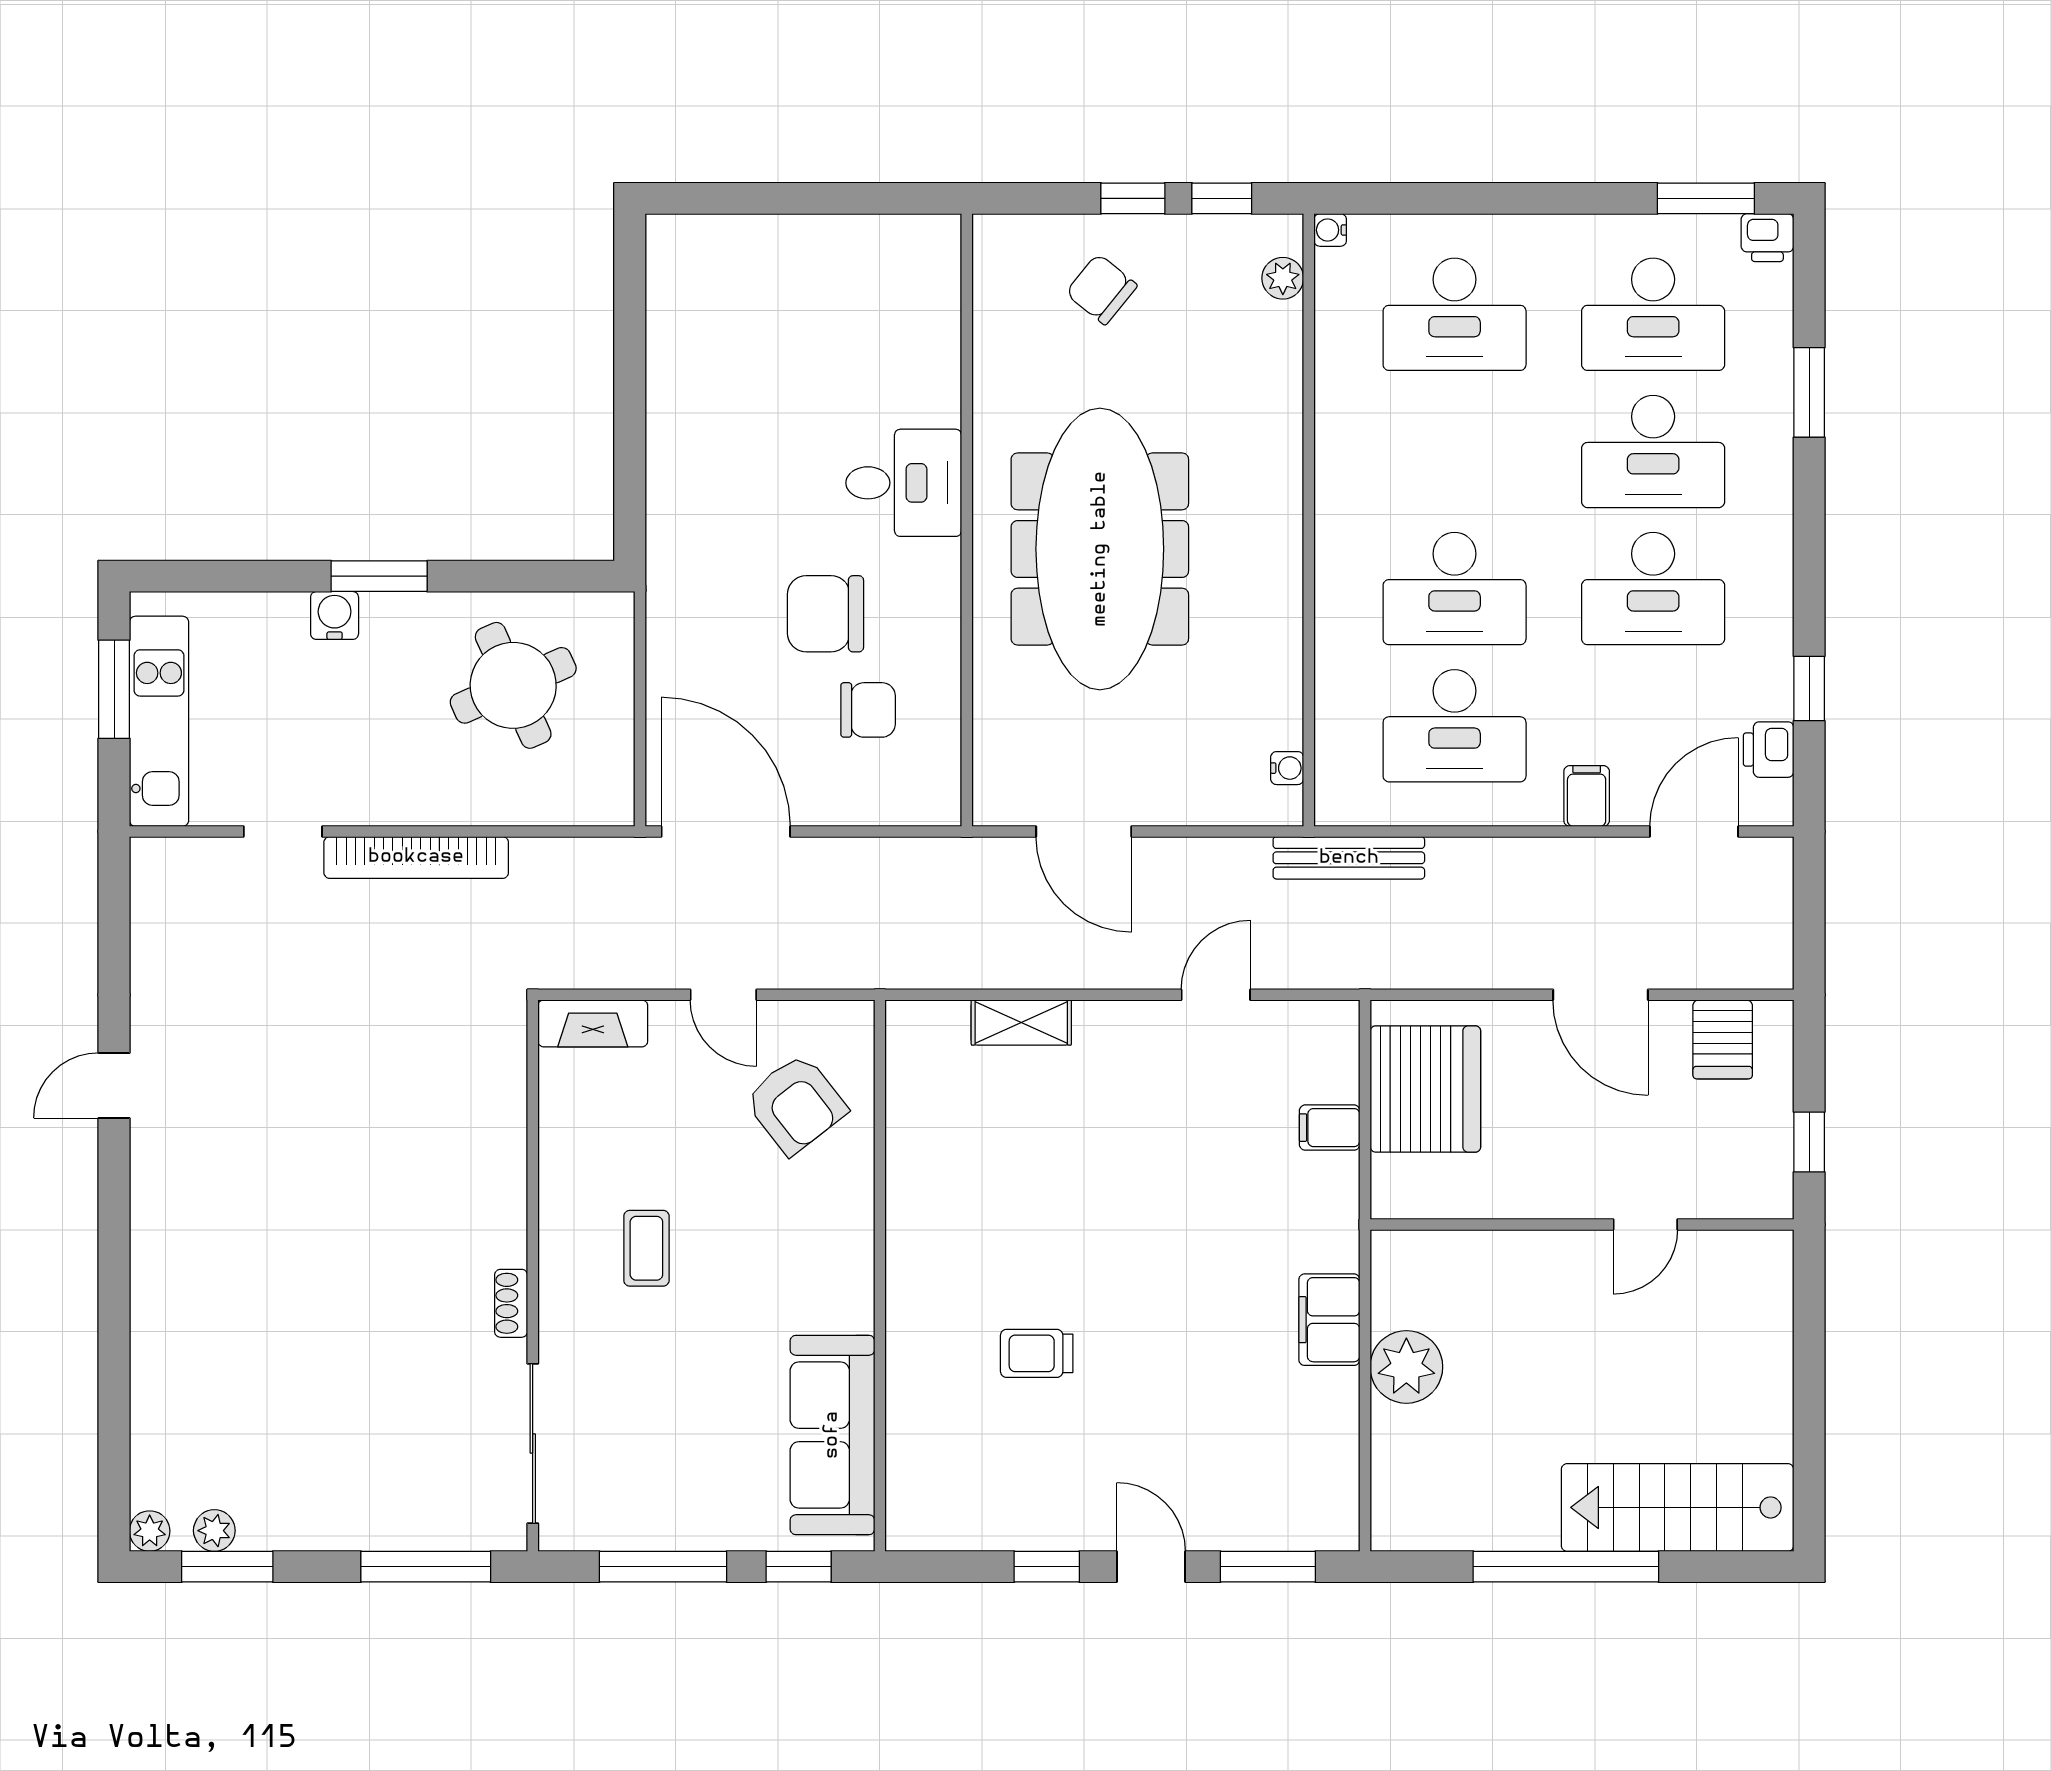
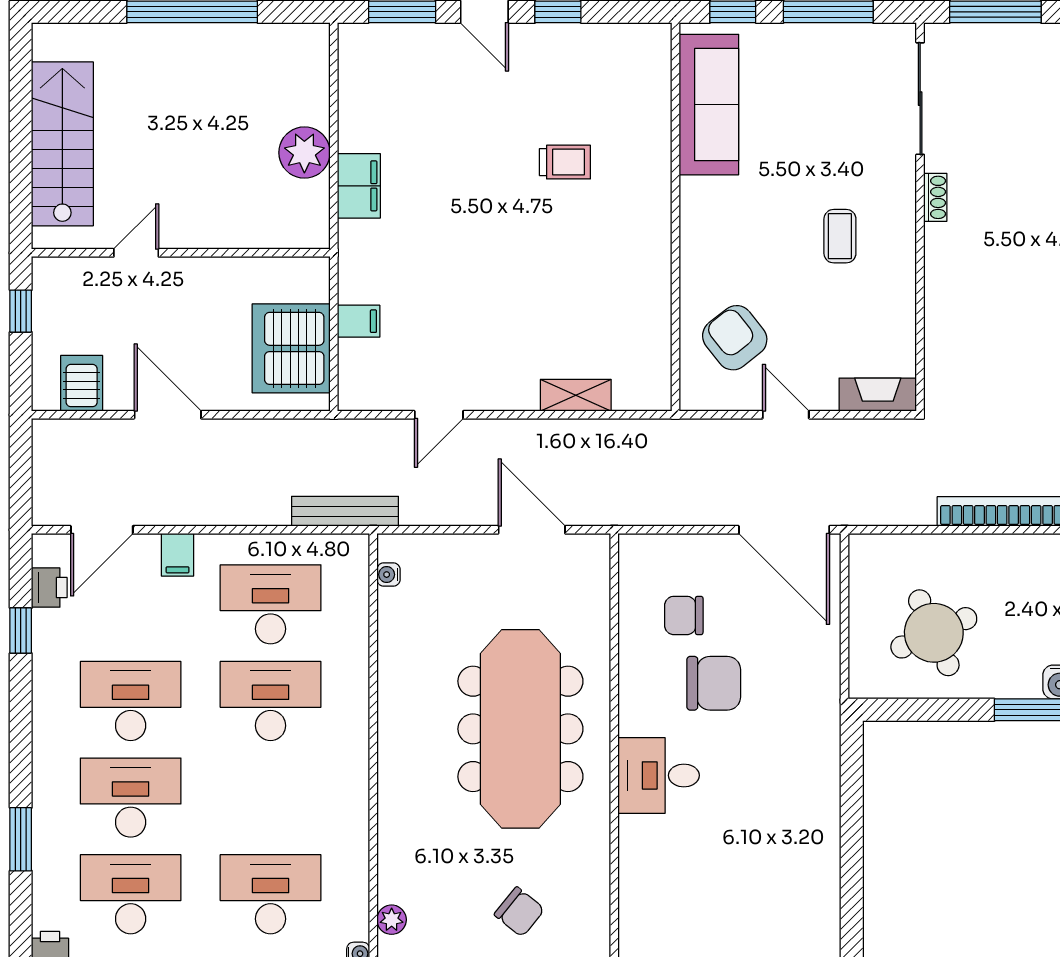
stairs: (1678, 1507) -> (62, 144), moved, turned -90

